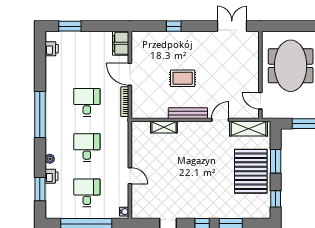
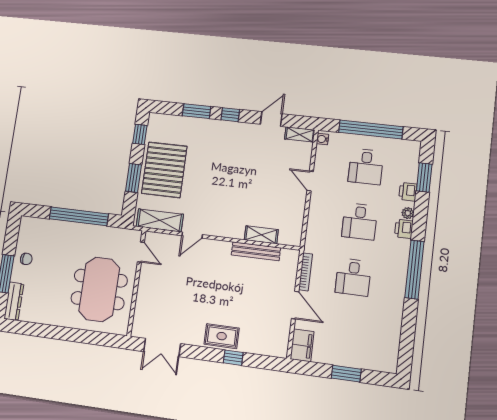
window: (70, 26) -> (346, 374), moved
printer: (52, 49) -> (404, 229), moved
rug: (183, 78) -> (222, 336), moved
bench: (188, 113) -> (256, 251), moved
shelving: (143, 213) -> (300, 134), added

